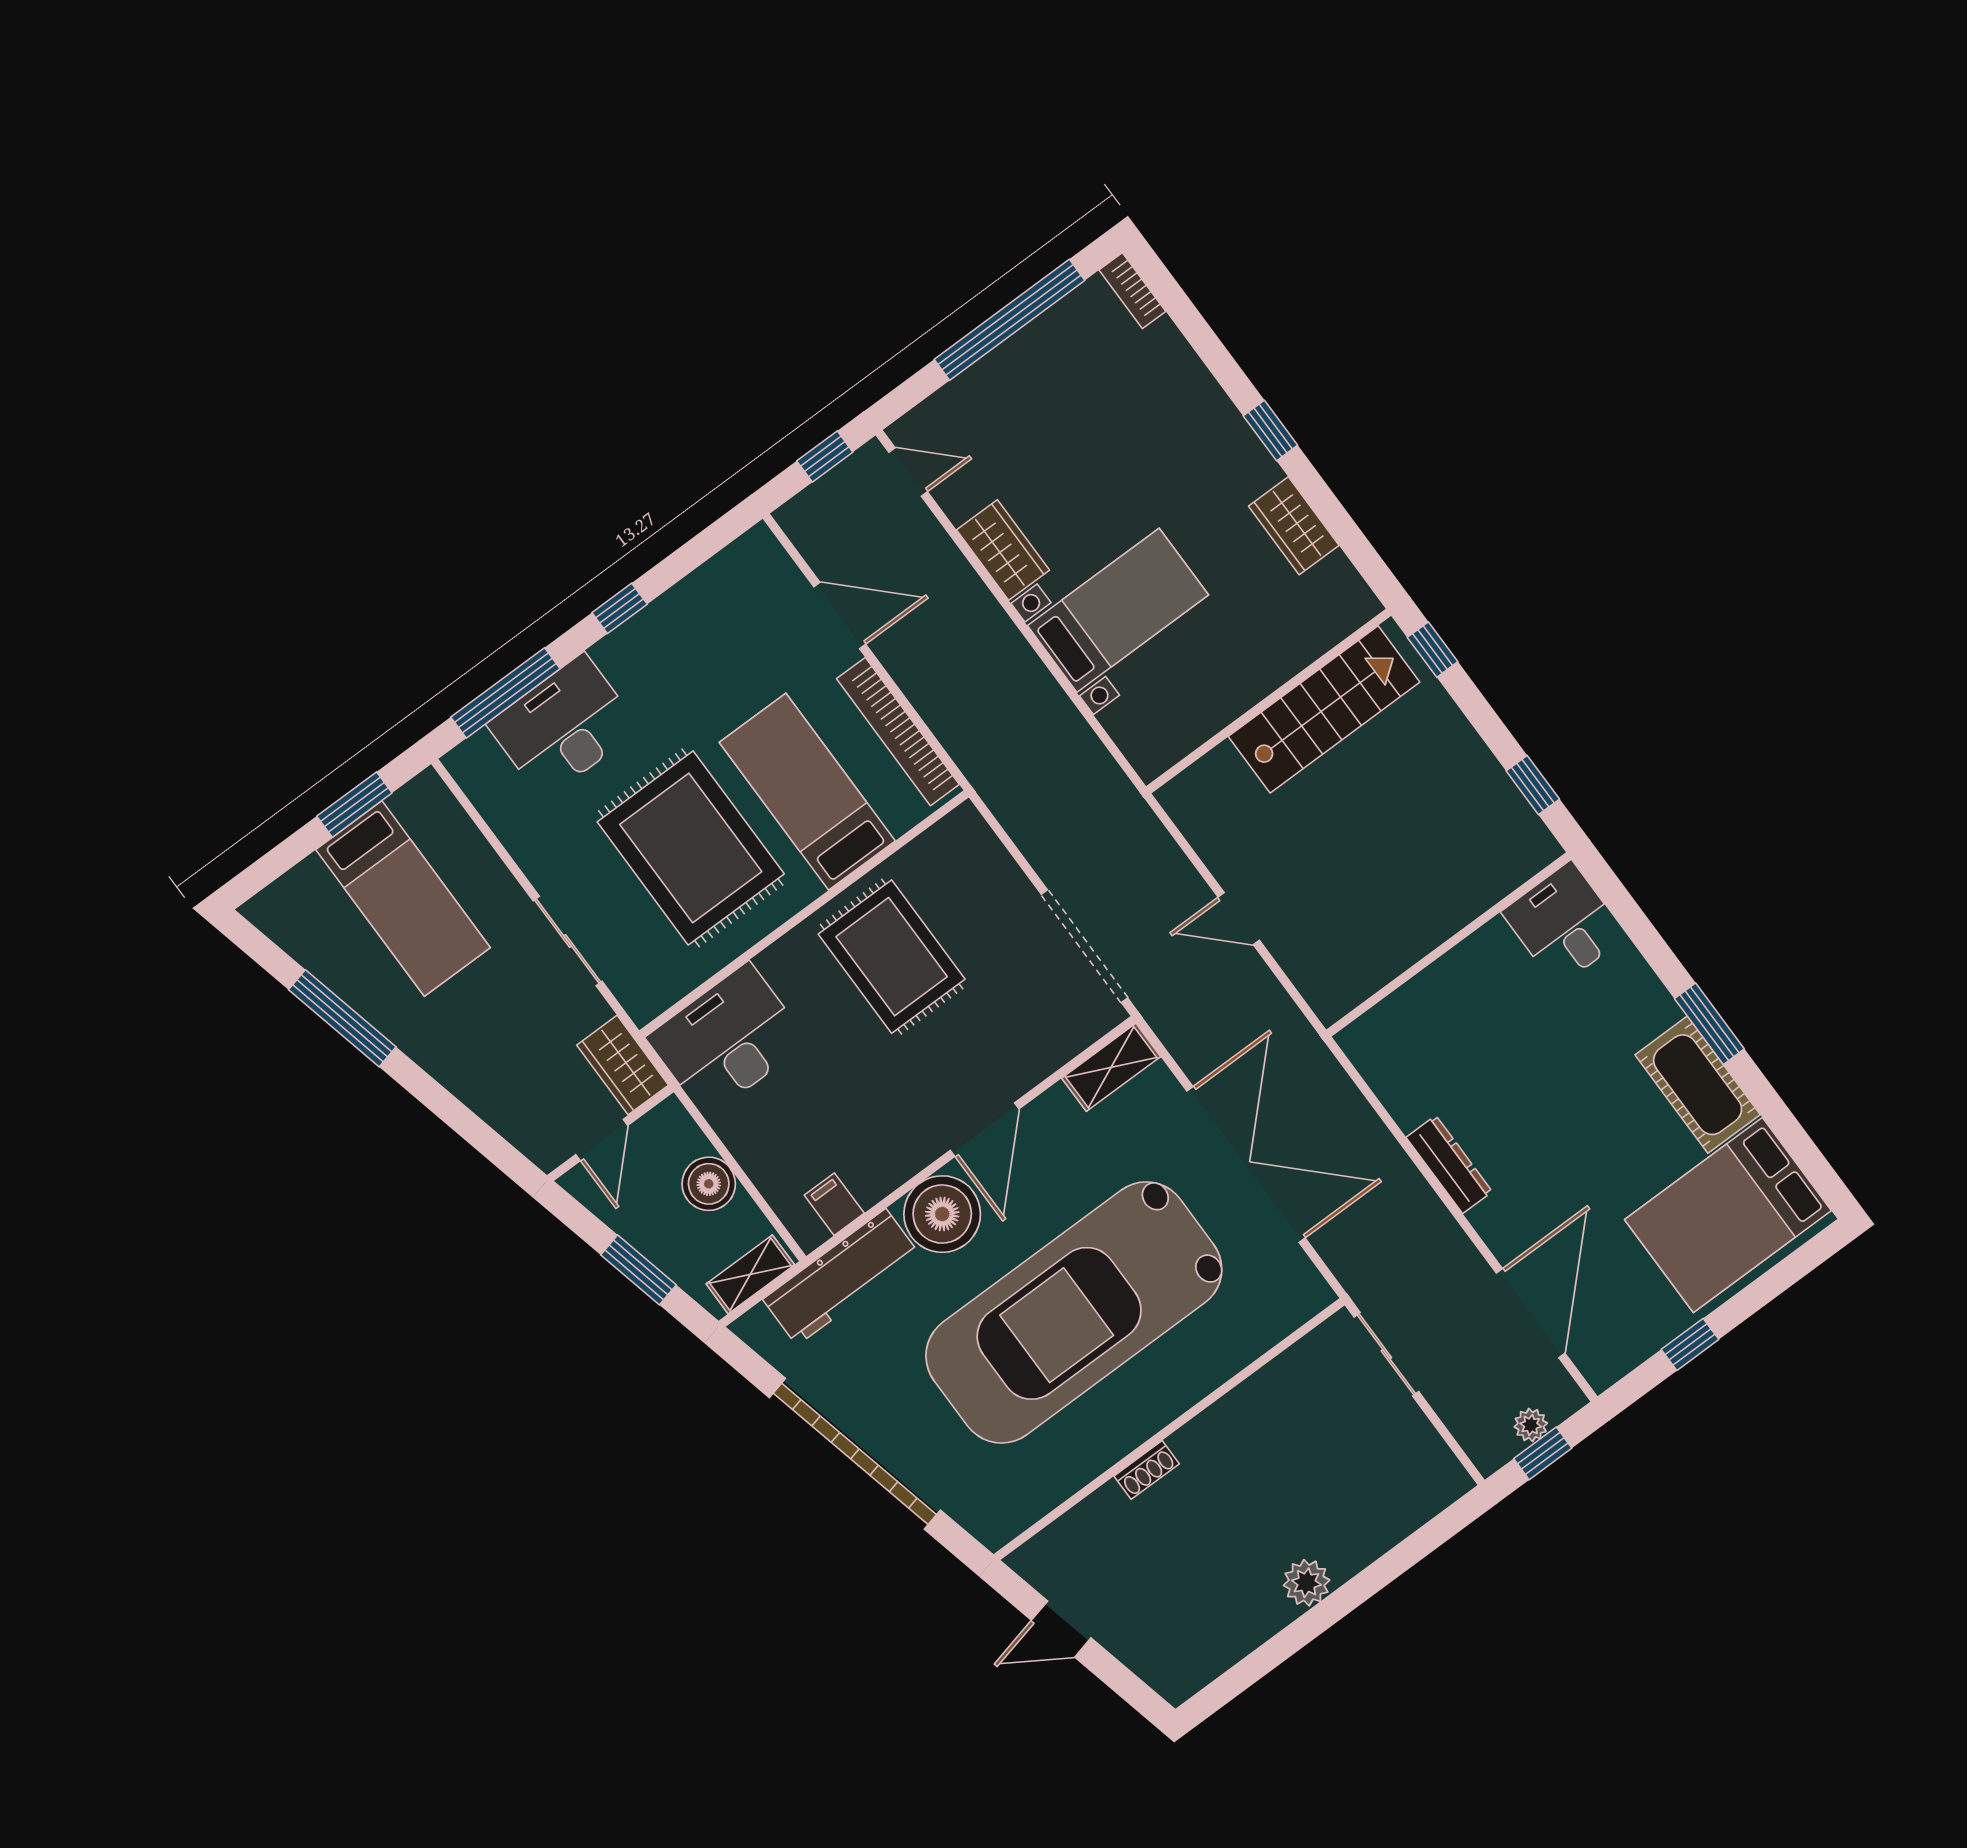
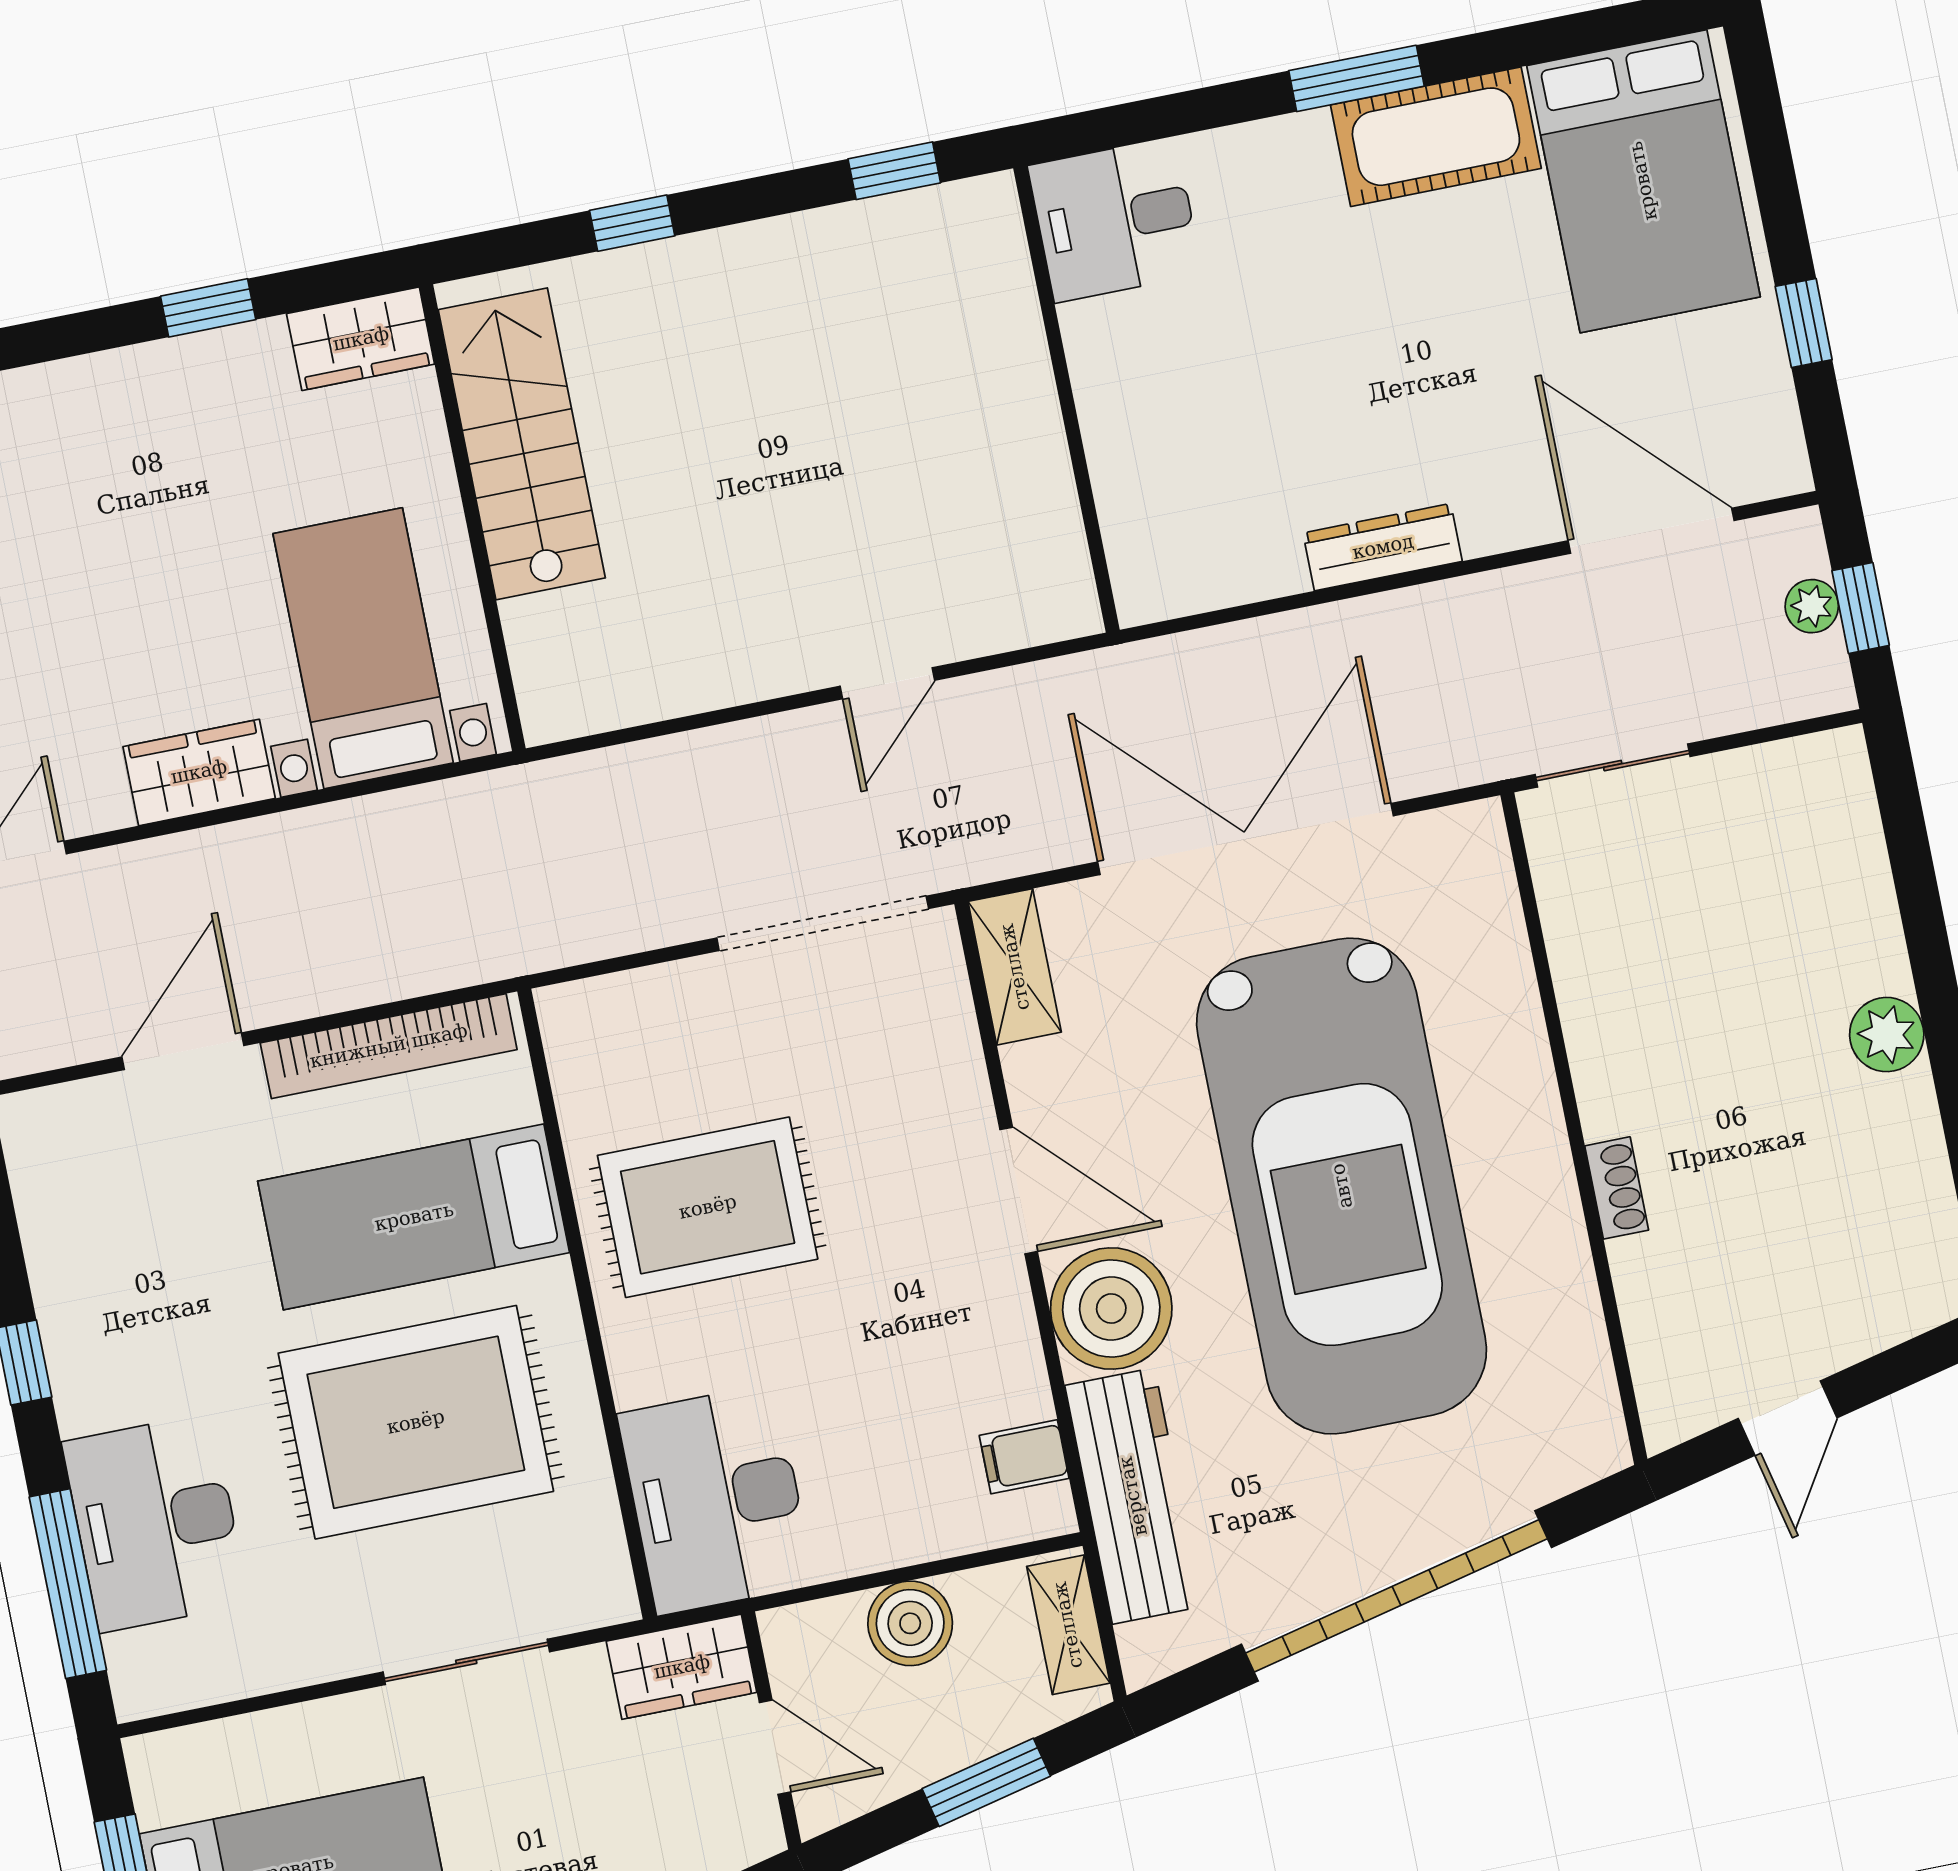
wall: (1269, 701) -> (472, 518), moved
stairs: (1324, 709) -> (522, 444), moved

